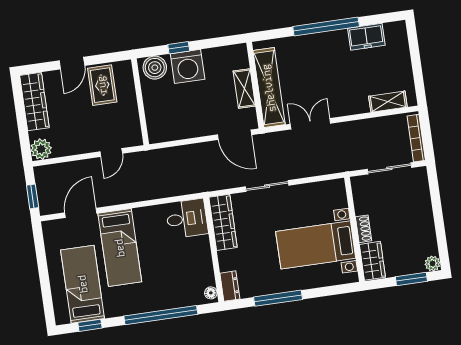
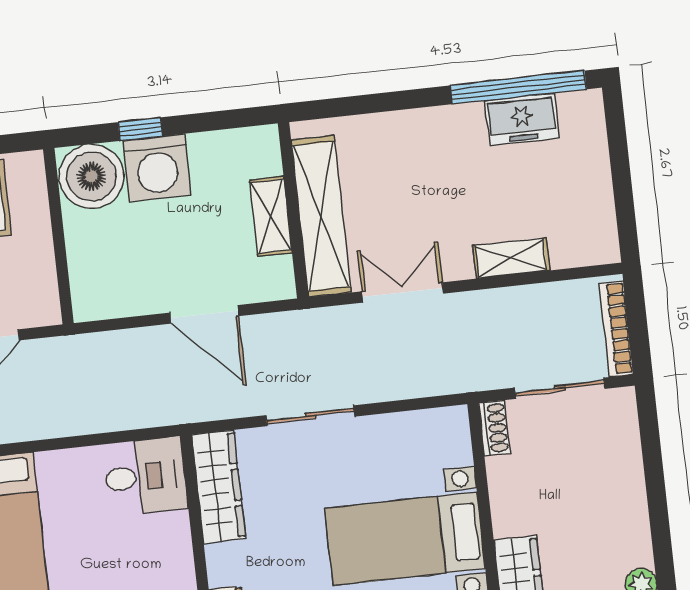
window: (326, 26) -> (518, 87), moved
boiler: (155, 68) -> (91, 176), width x1.37, depth x1.37
shelving: (388, 102) -> (511, 258), moved
door: (235, 135) -> (204, 314), moved
shoe rack: (364, 229) -> (494, 428), moved

